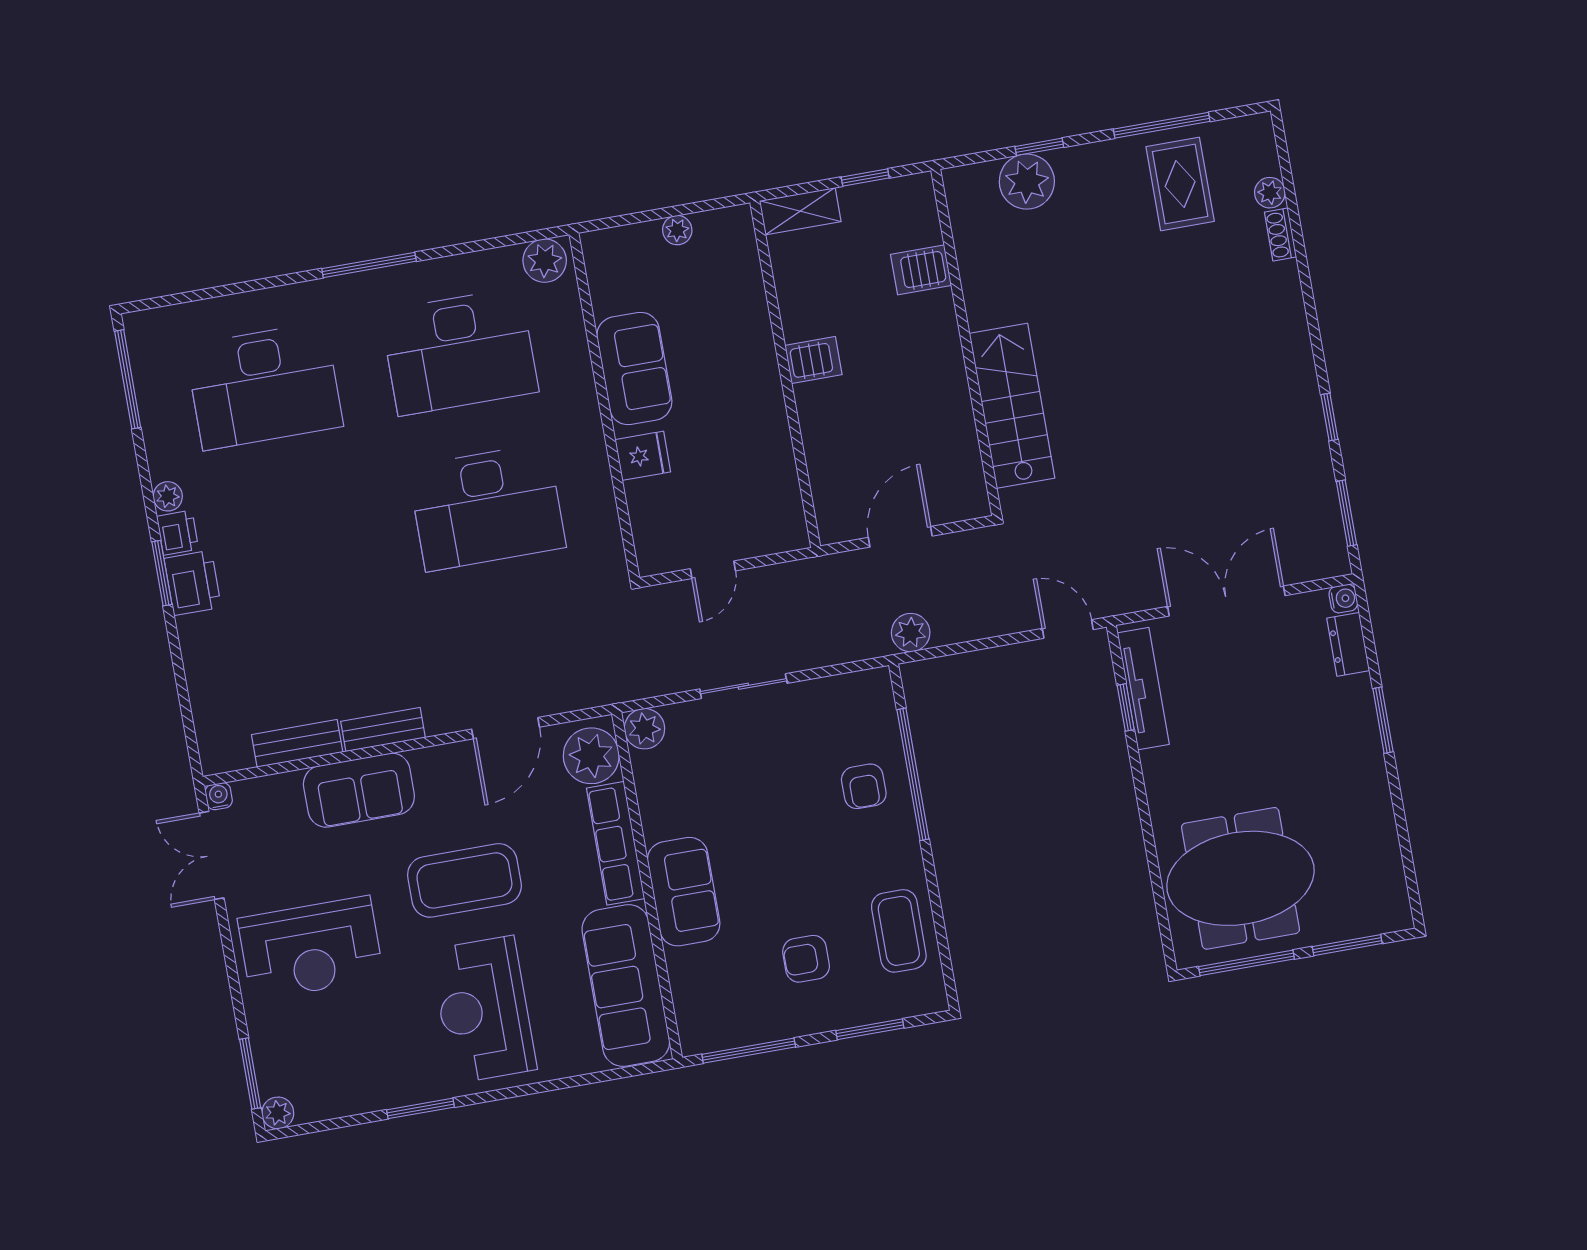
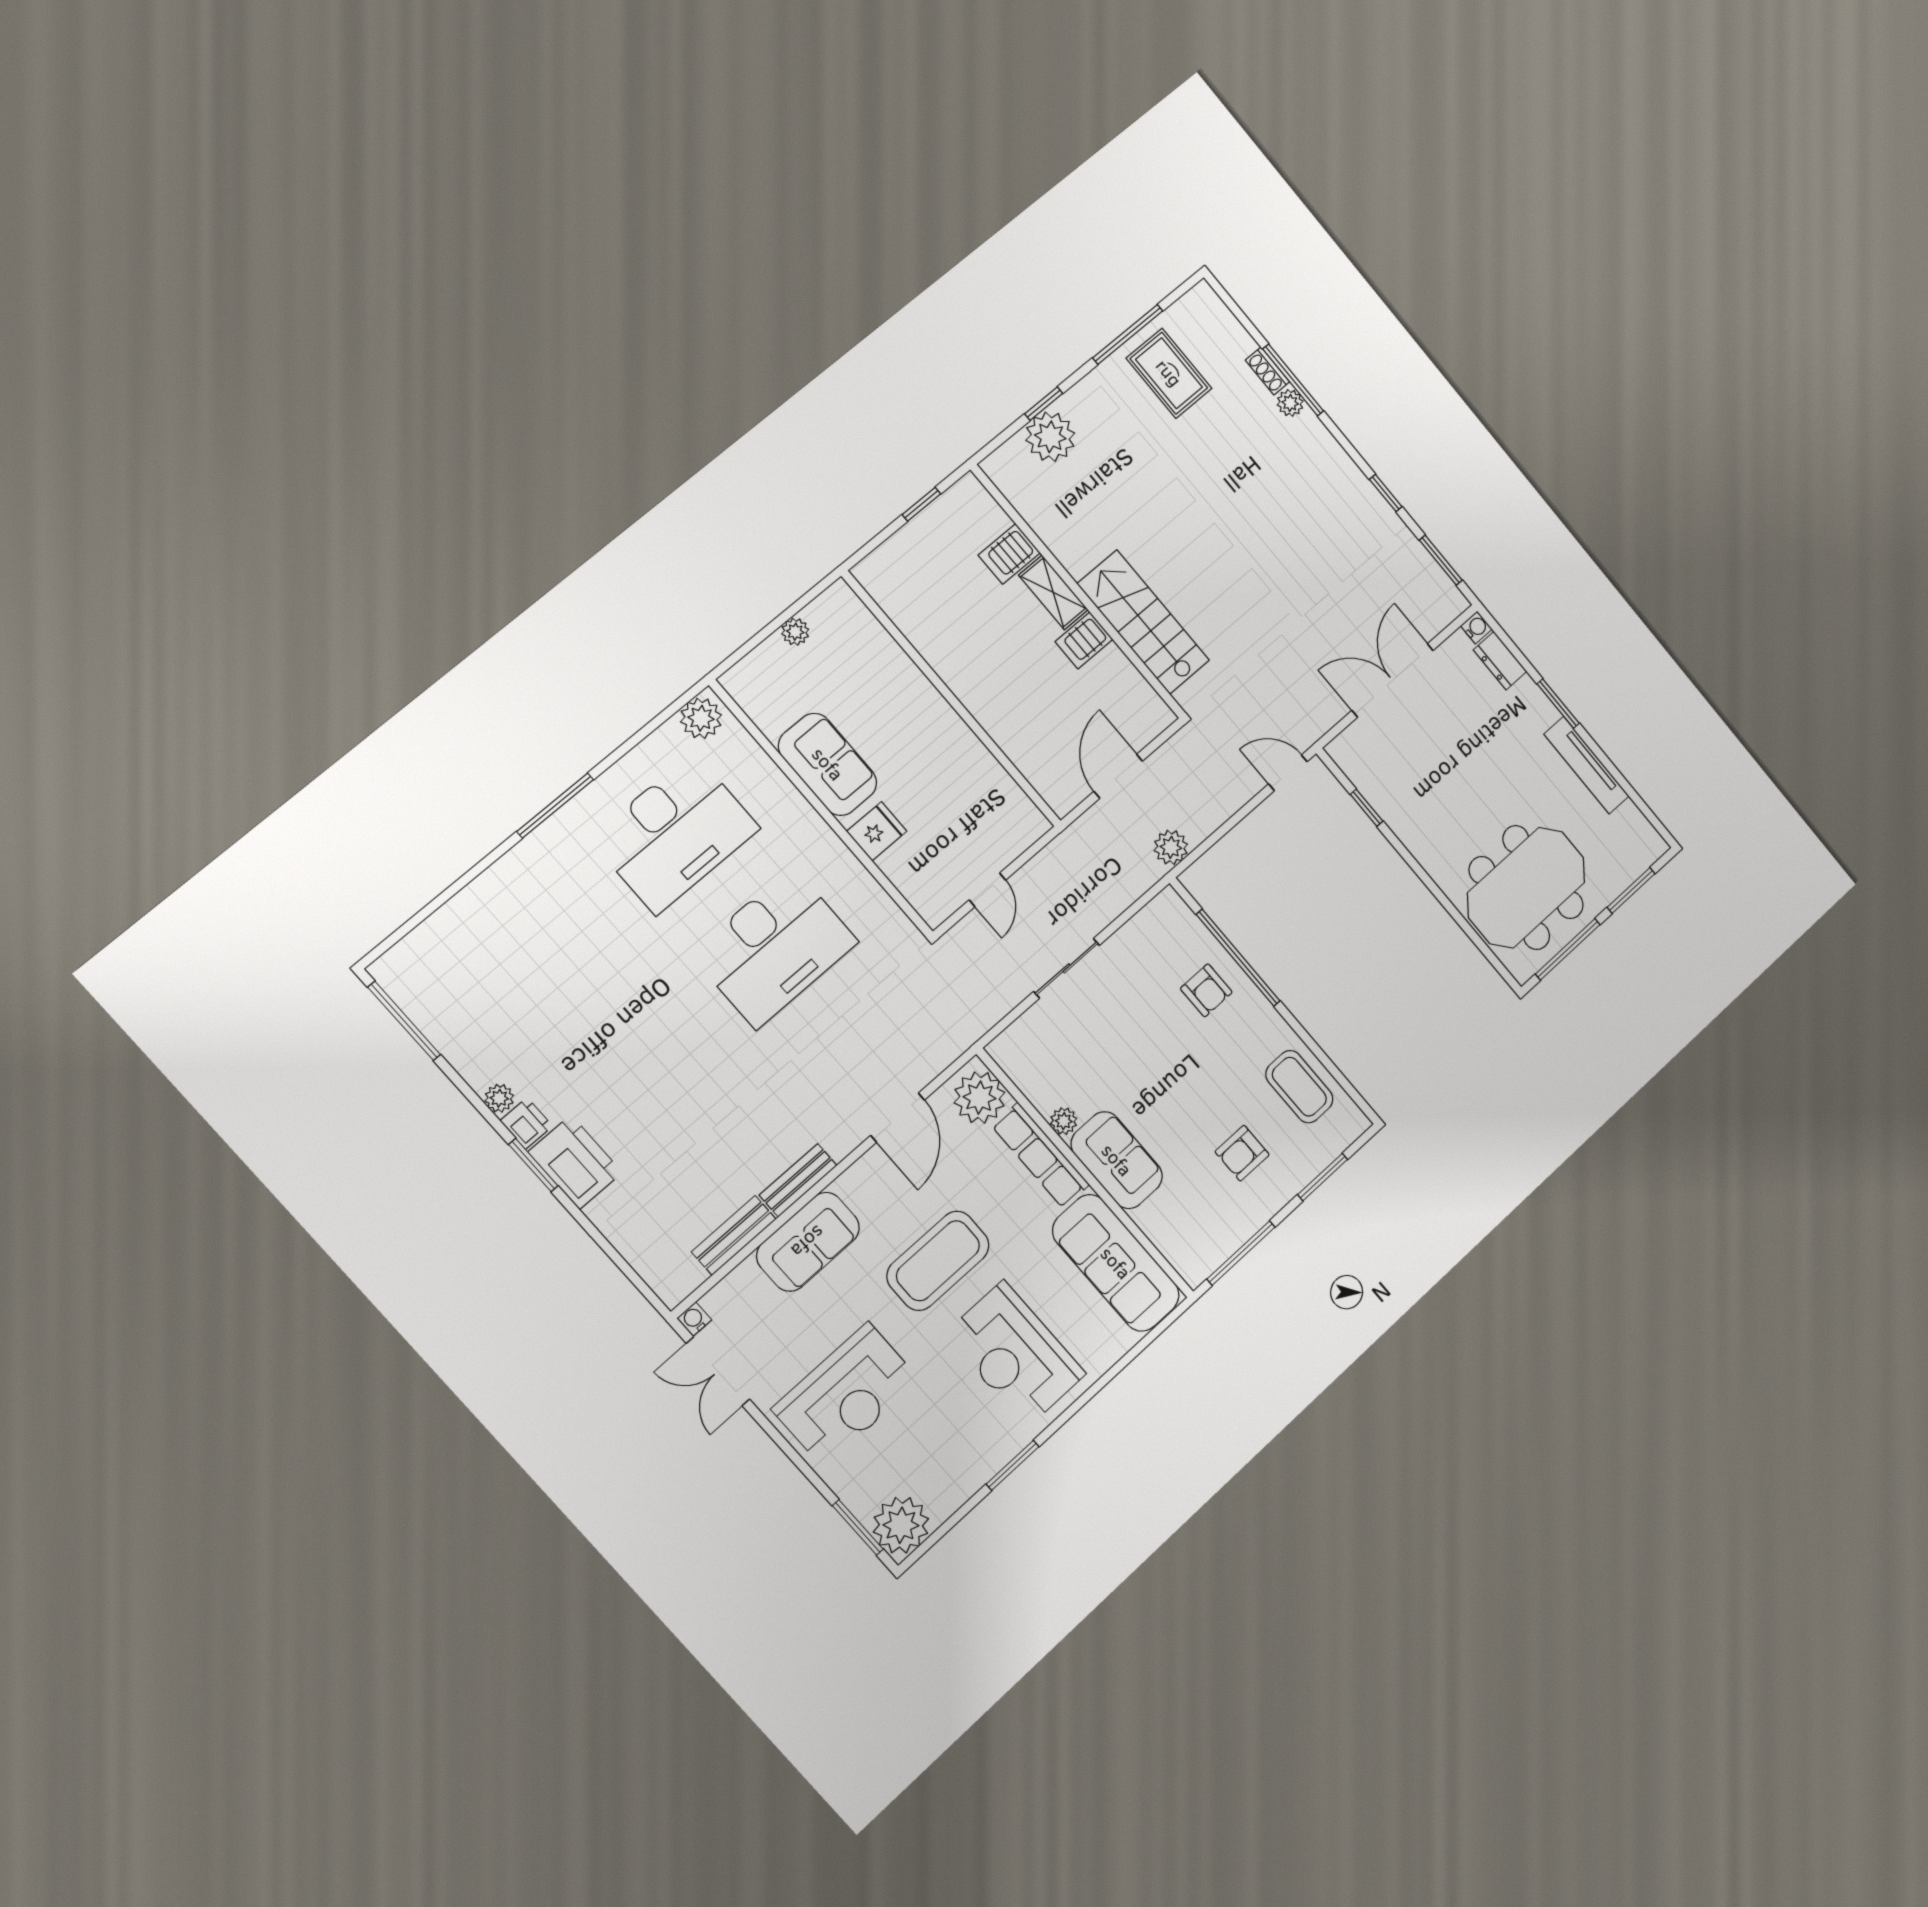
plant: (1270, 193) -> (1290, 403), moved
shelving: (800, 211) -> (1053, 592), moved, turned 90
window: (1301, 257) -> (1293, 380), added
server rack: (813, 360) -> (1084, 640), moved, turned 180
desk: (264, 386) -> (526, 958), removed
printer: (193, 583) -> (575, 1162), width x1.37, depth x1.19
tv unit: (1143, 689) -> (1586, 765), moved, turned 180
plant: (644, 729) -> (1064, 1121), moved, width x0.73, depth x0.73
plant: (278, 1113) -> (901, 1525), width x1.88, depth x1.88

